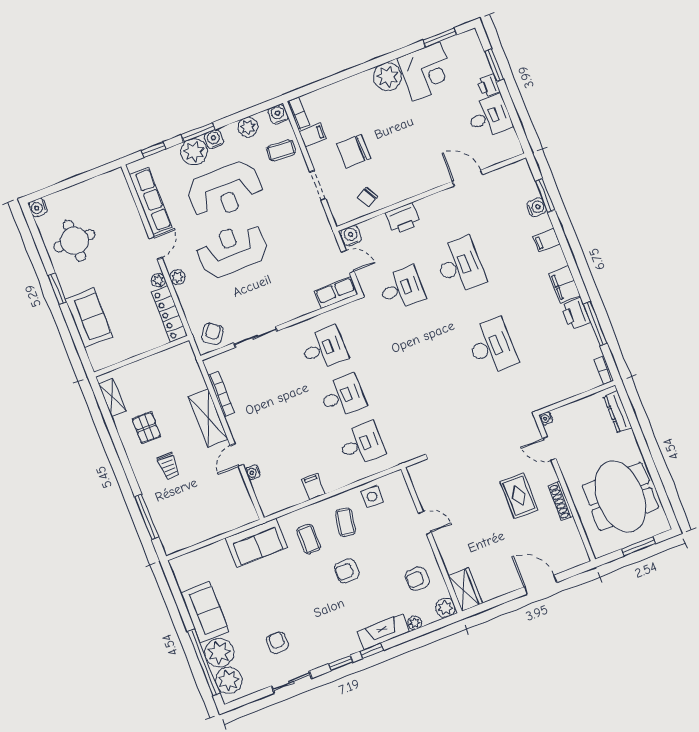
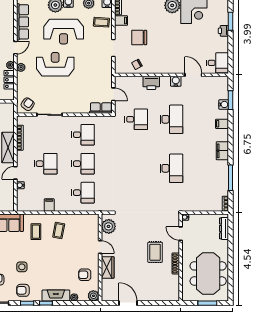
desk: (489, 117) -> (218, 63), moved
water cooler: (351, 236) -> (176, 81), moved
locker: (169, 314) -> (9, 80), width x0.66
printer: (575, 314) -> (222, 168), removed
desk: (281, 420) -> (46, 164), added
plant: (425, 483) -> (109, 226), added
side table: (372, 497) -> (22, 267), moved
armchair: (347, 571) -> (23, 290), moved
door: (541, 585) -> (128, 303), moved
wardrobe: (465, 590) -> (108, 267), moved

